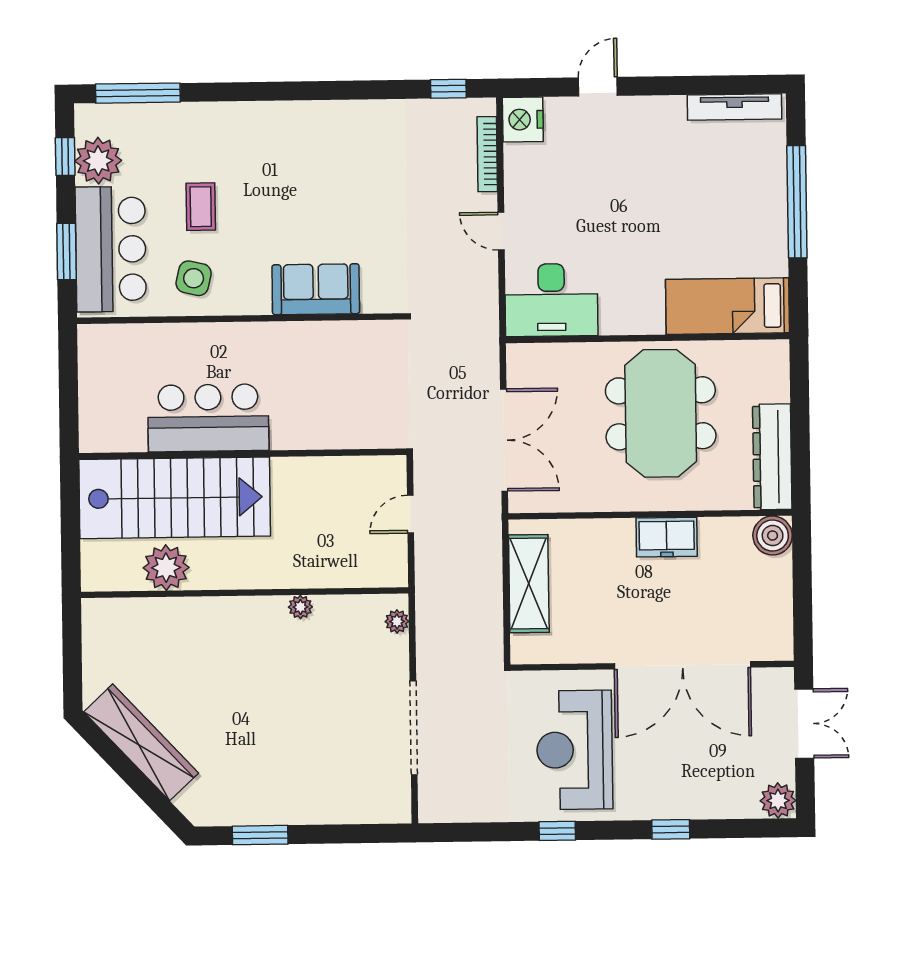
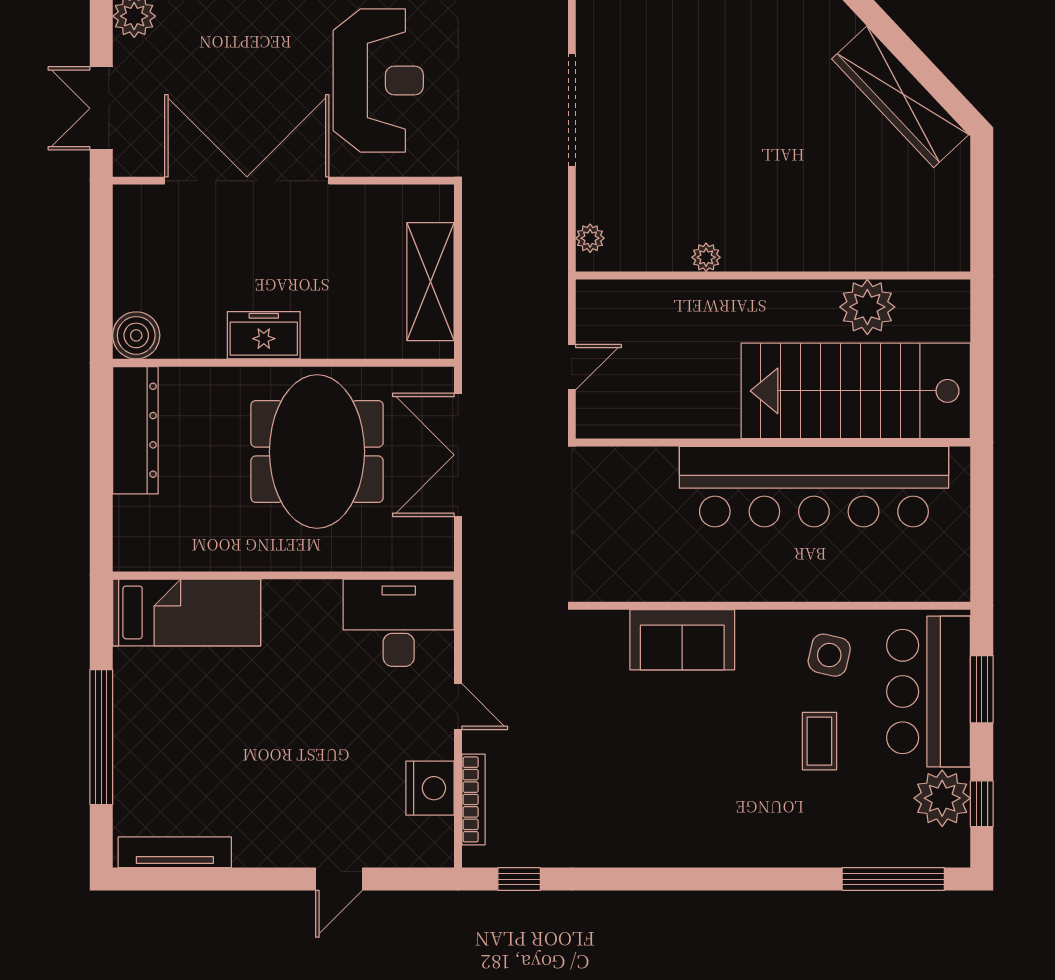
nightstand: (523, 120) -> (430, 788), moved
meeting table: (661, 413) -> (317, 452), moved
bar counter: (208, 418) -> (814, 487), width x1.86

